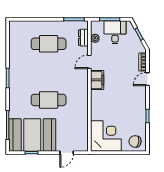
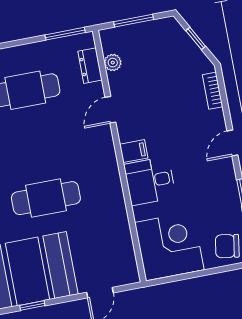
desk: (115, 32) -> (150, 181), moved, turned -90
door: (147, 79) -> (232, 143), moved
filing cabinet: (97, 80) -> (134, 151), width x0.50

